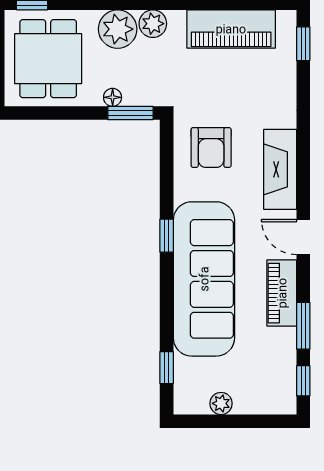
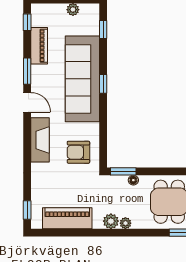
plant: (118, 29) -> (125, 223), width x0.53, depth x0.53
armchair: (211, 148) -> (78, 152), turned -90
window: (167, 236) -> (103, 84), moved
piano: (282, 293) -> (39, 46), moved
window: (303, 326) -> (27, 71), moved

